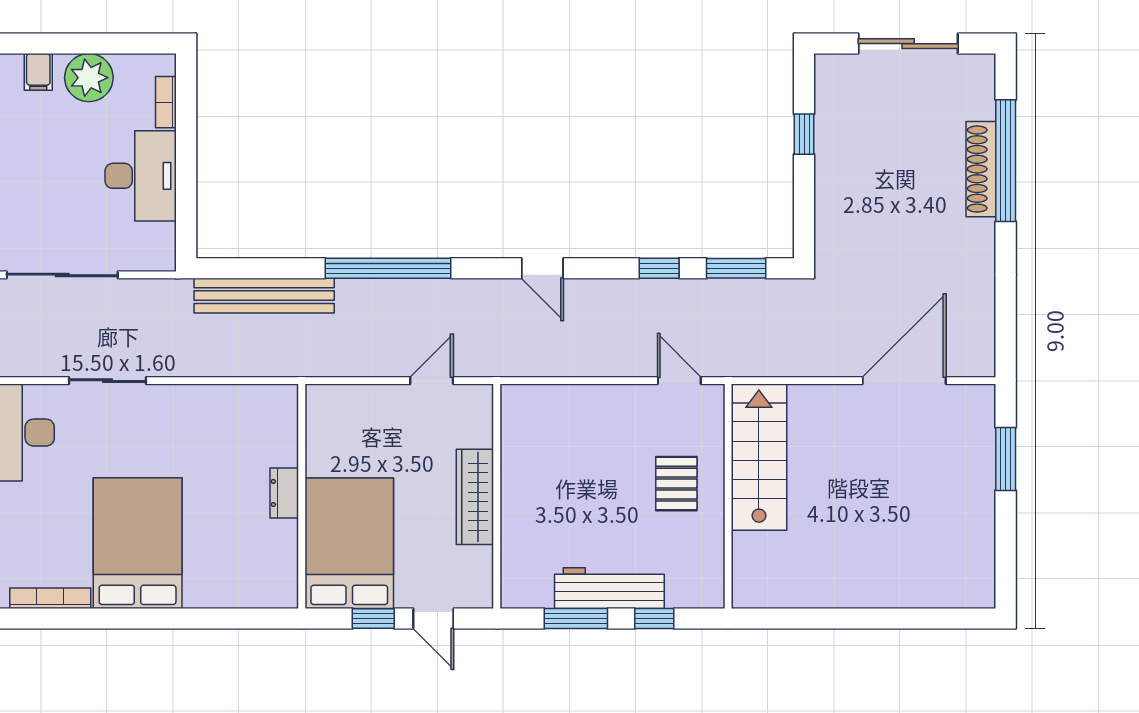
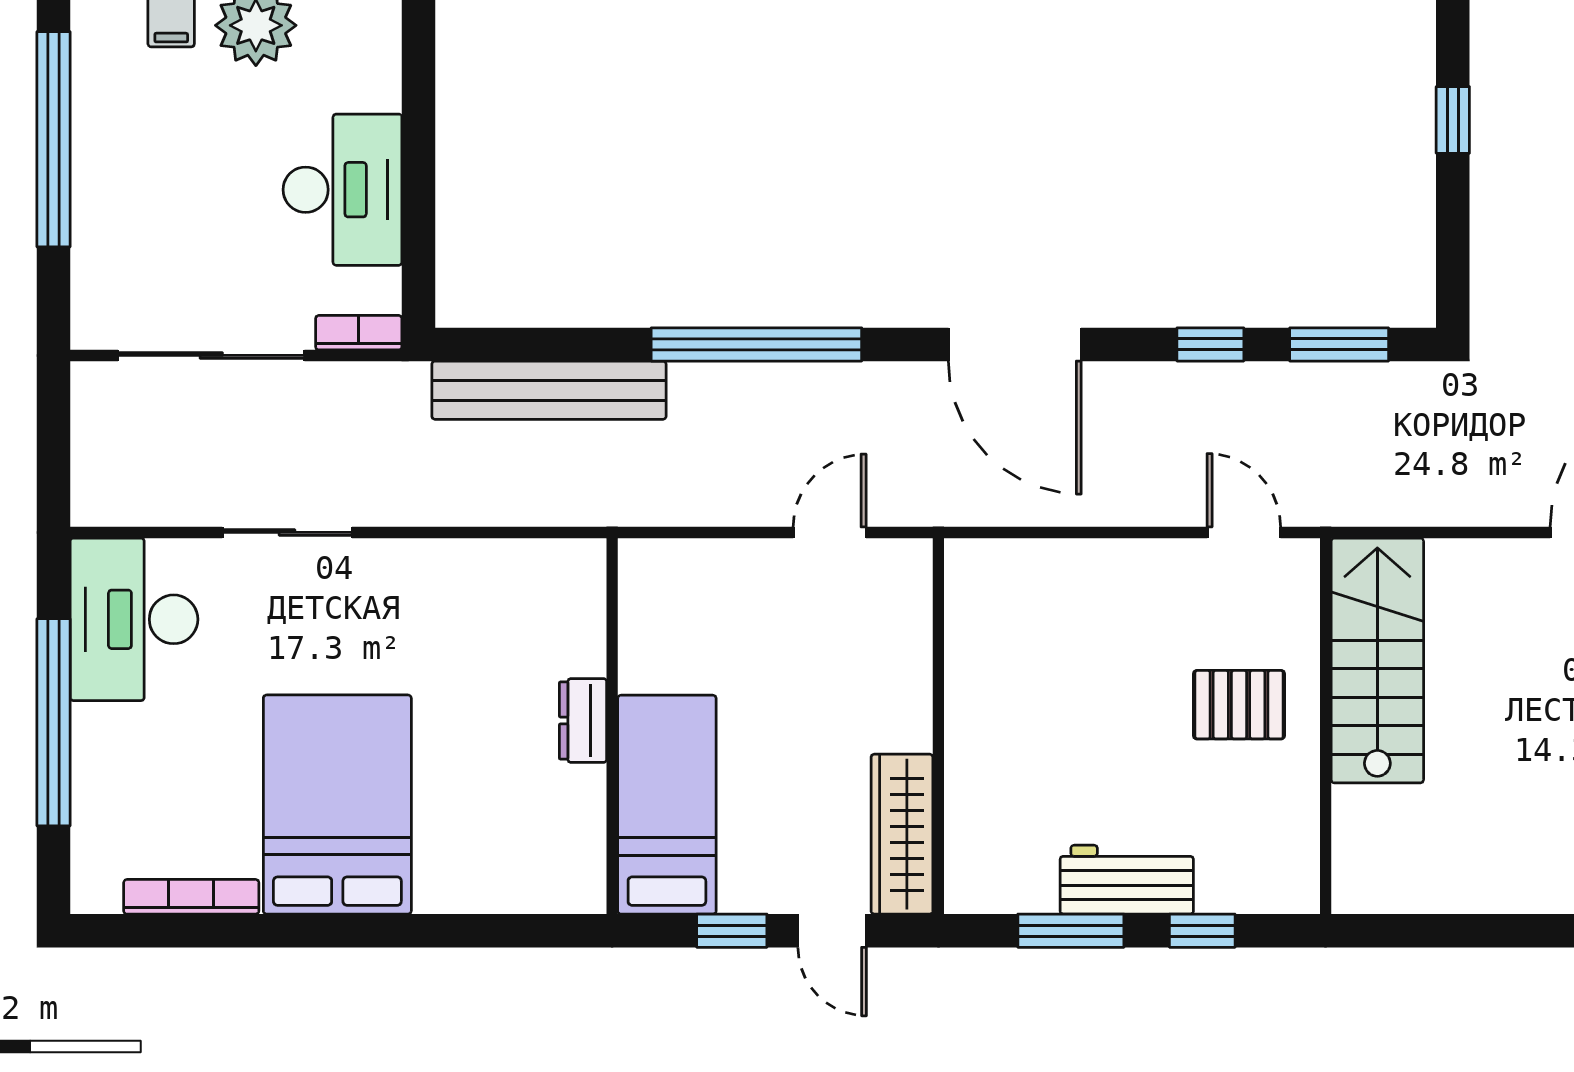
bookcase: (166, 102) -> (359, 333), moved, turned 90
door: (542, 268) -> (1015, 344), width x1.88
pallet: (676, 484) -> (1239, 705), turned 90
wardrobe: (475, 497) -> (902, 834), moved
bed: (349, 543) -> (667, 805), width x0.67
workbench: (609, 588) -> (1127, 880), width x0.73

